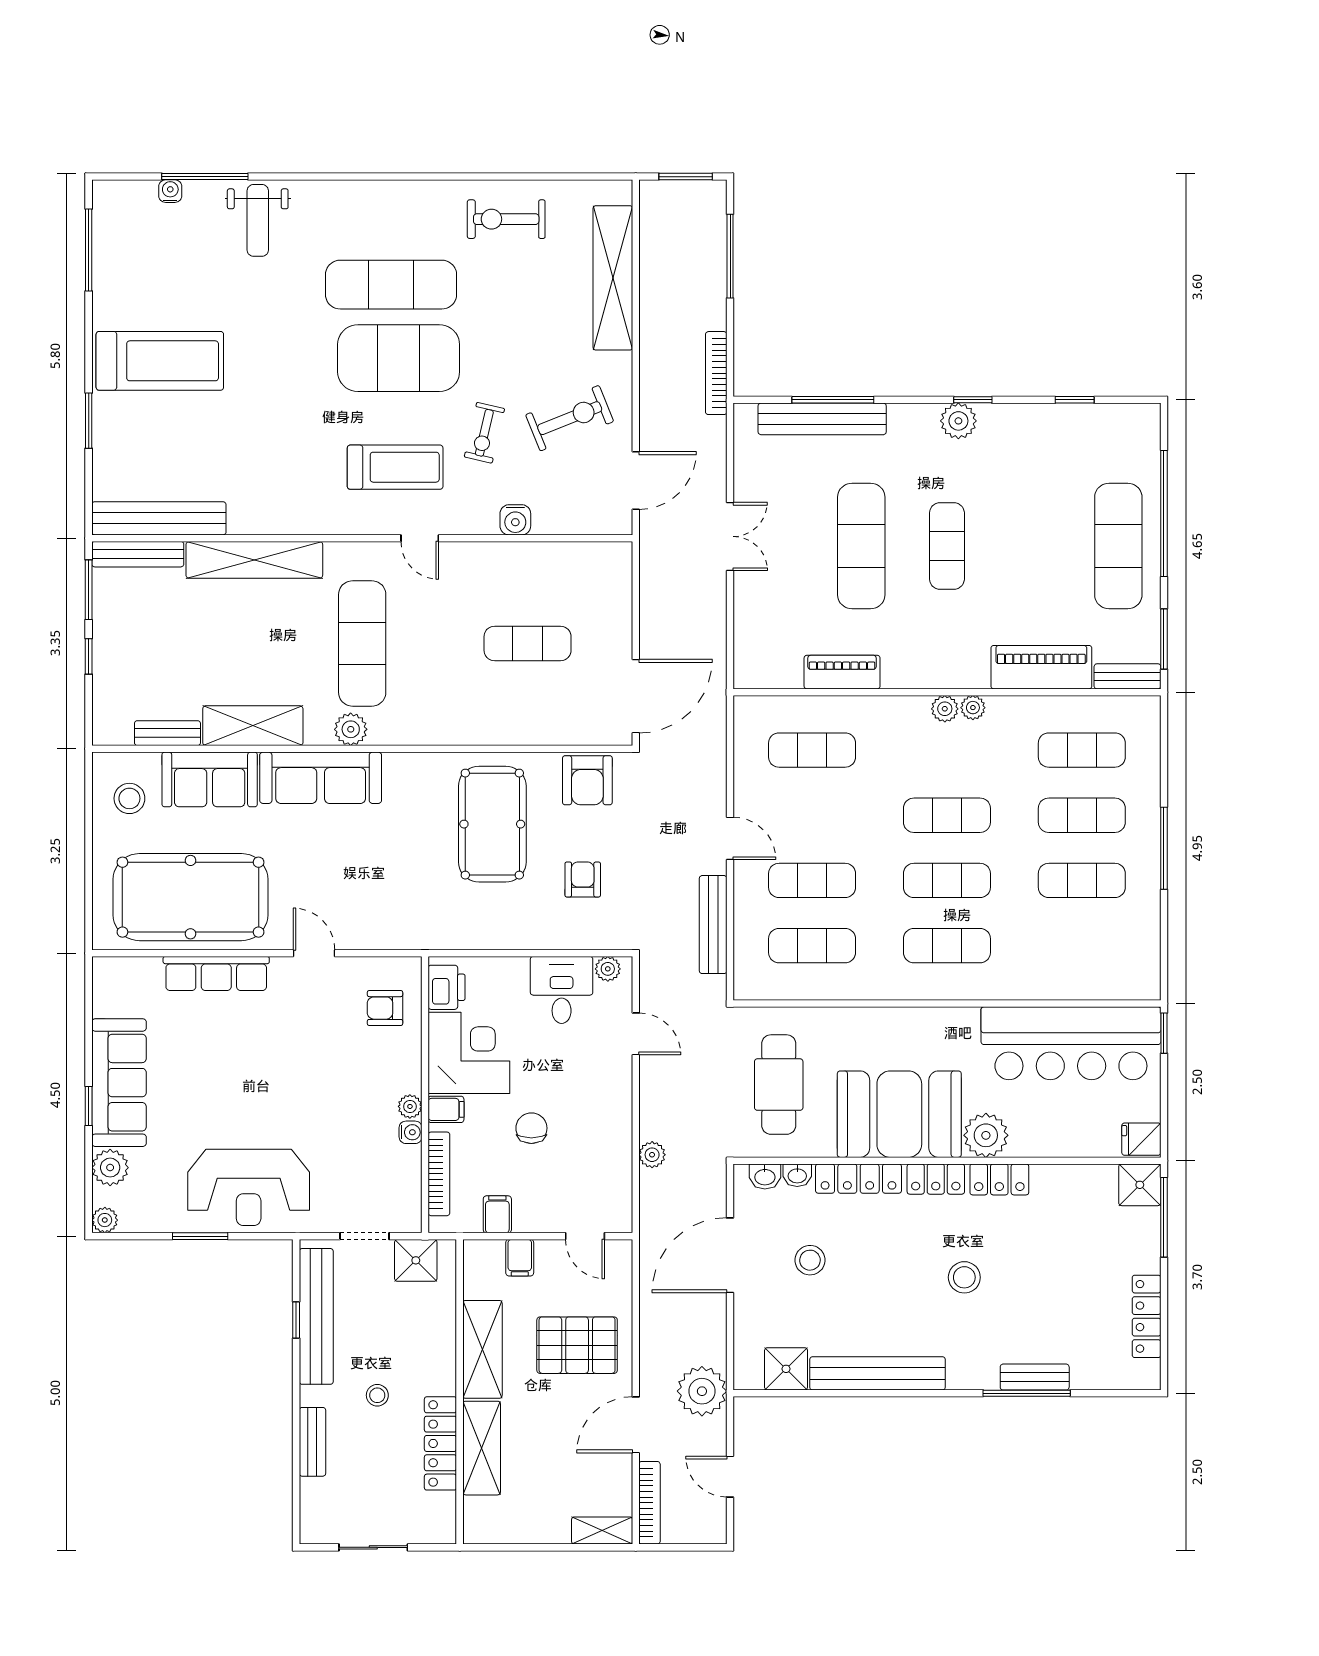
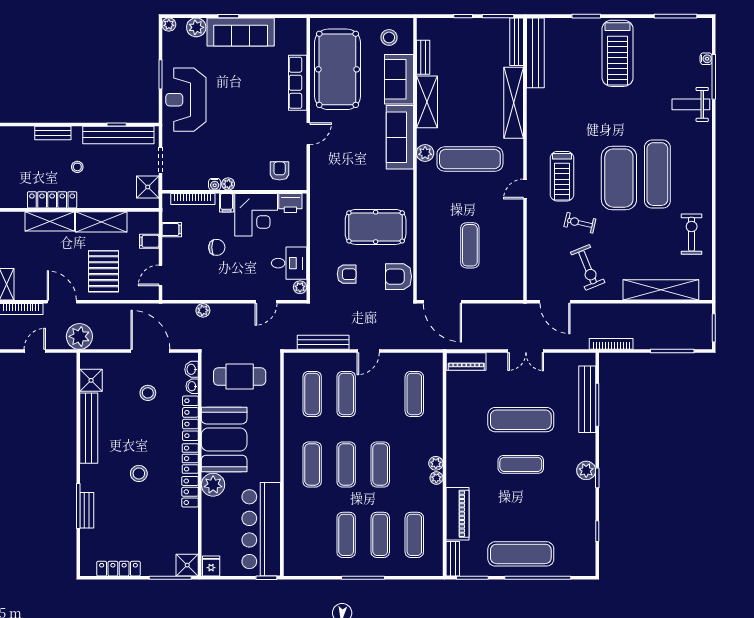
water cooler: (515, 520) -> (535, 239), removed
piano: (842, 672) -> (466, 362), moved, turned 90

